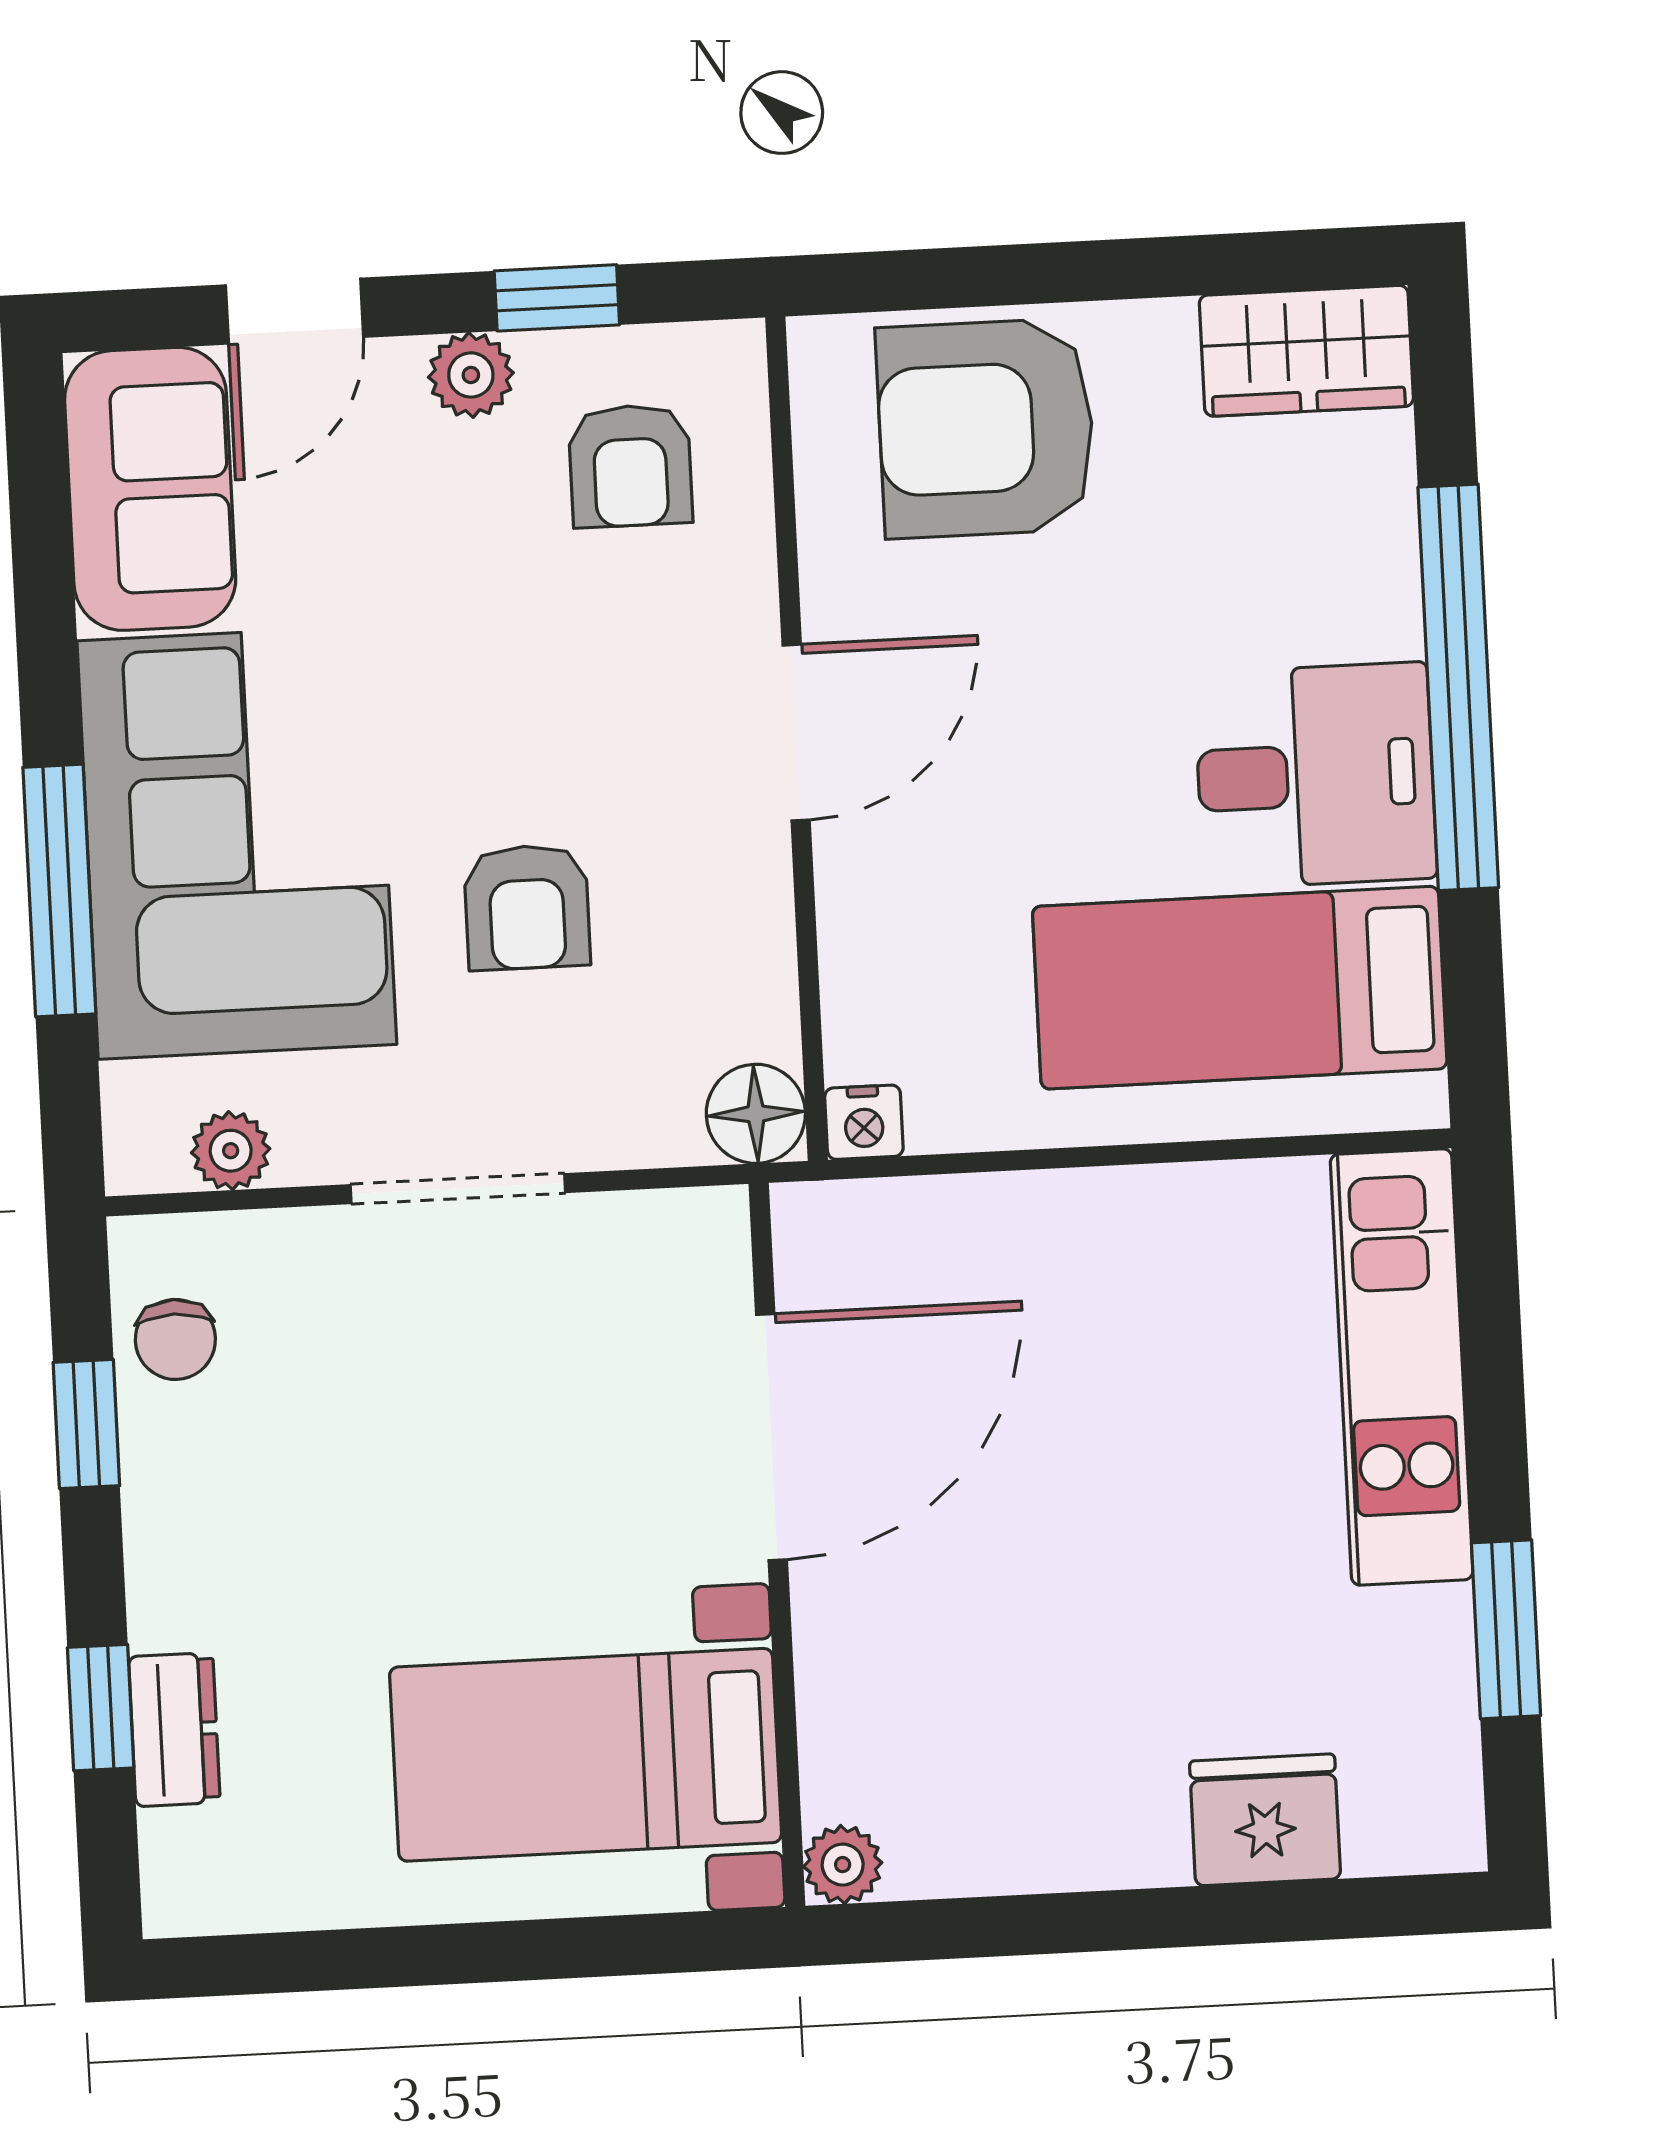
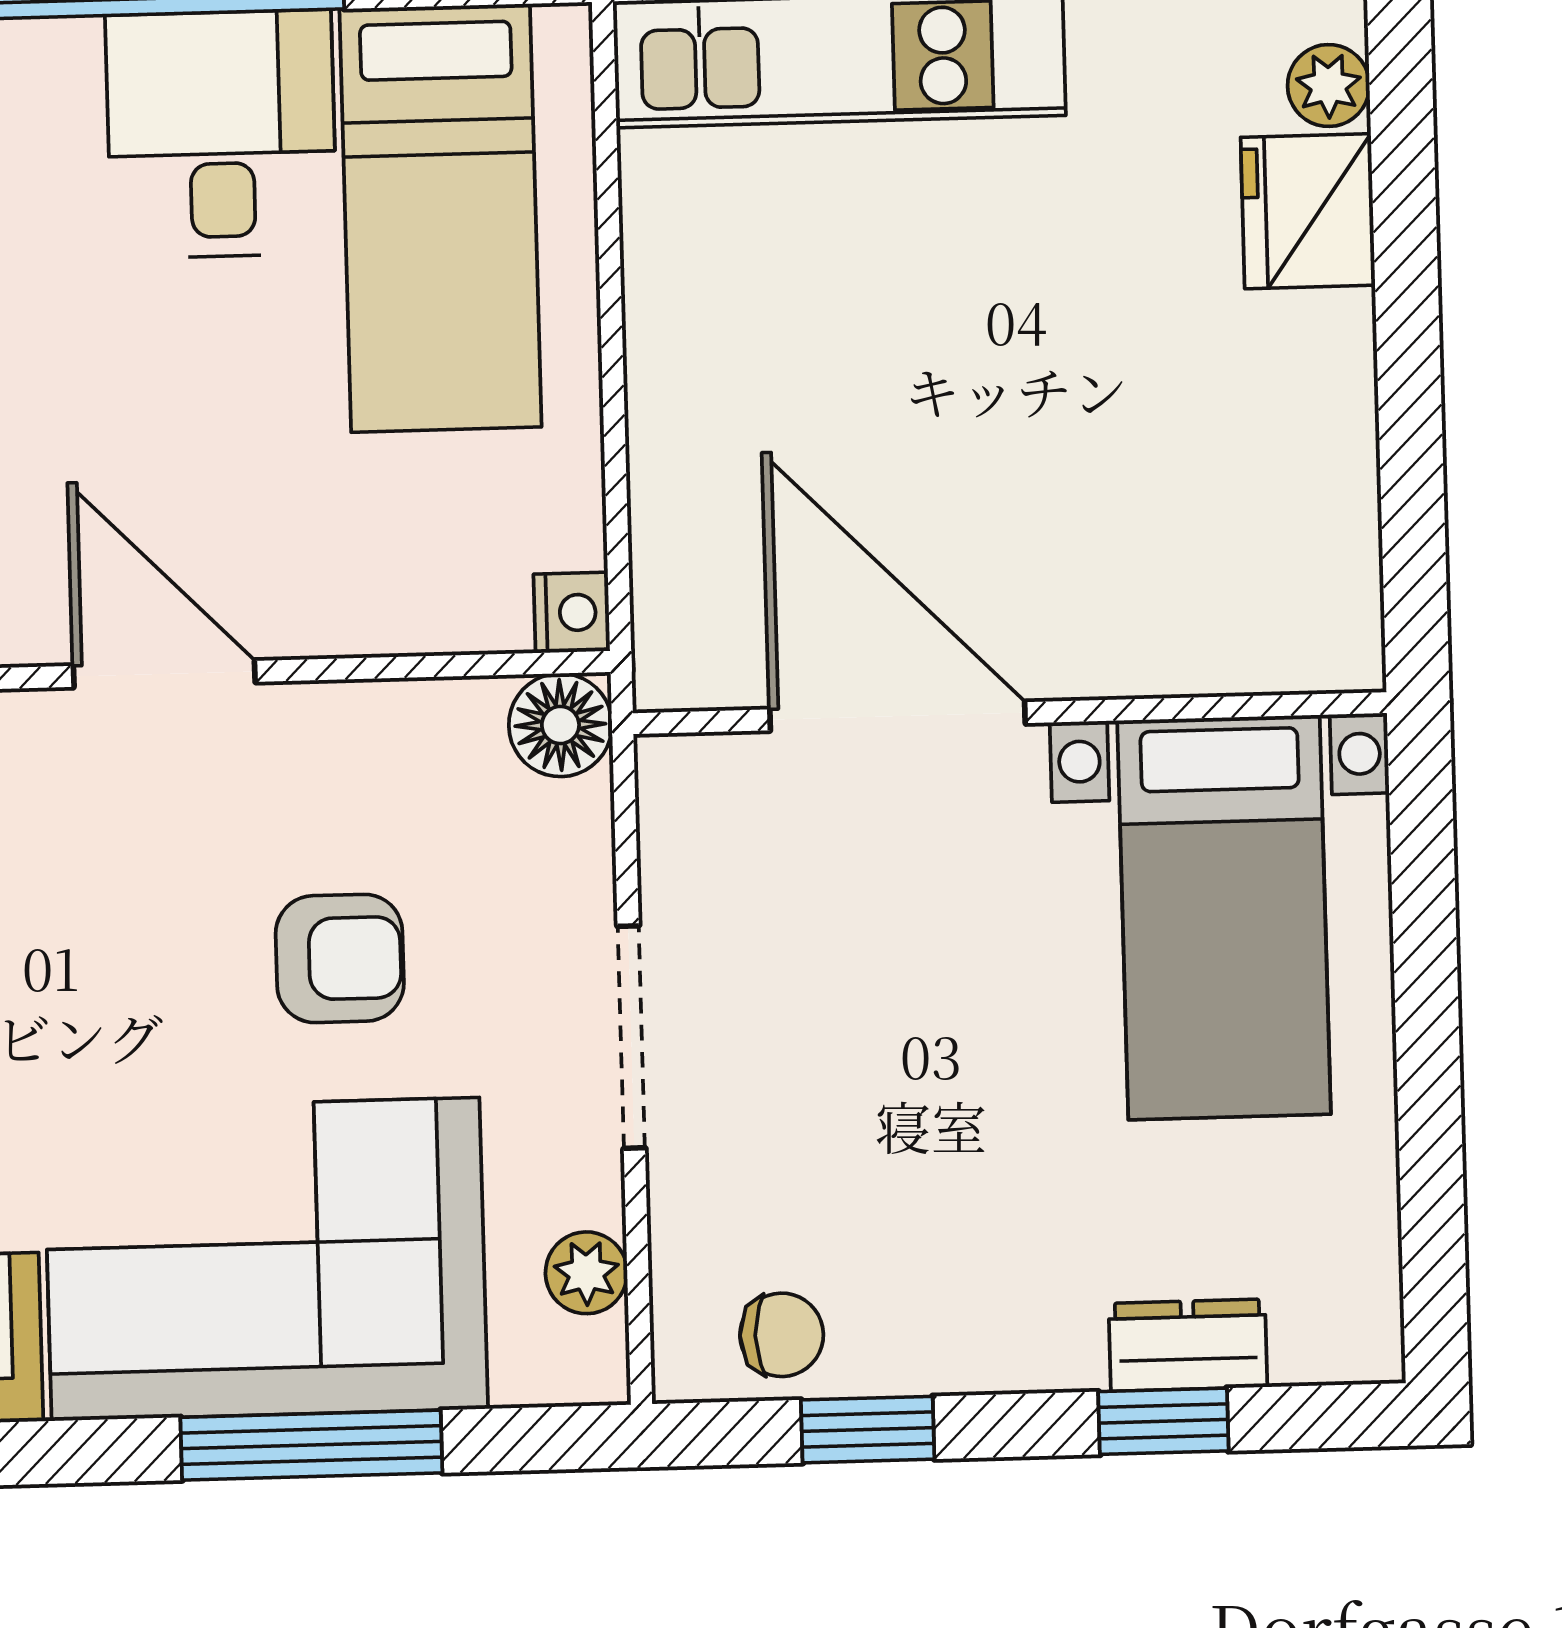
plant: (843, 1865) -> (1329, 86), moved

